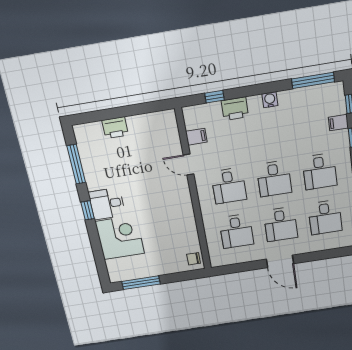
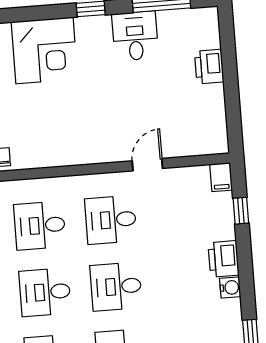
printer: (235, 109) -> (223, 259), moved
filing cabinet: (196, 137) -> (221, 177), moved
desk: (107, 204) -> (135, 36), moved

